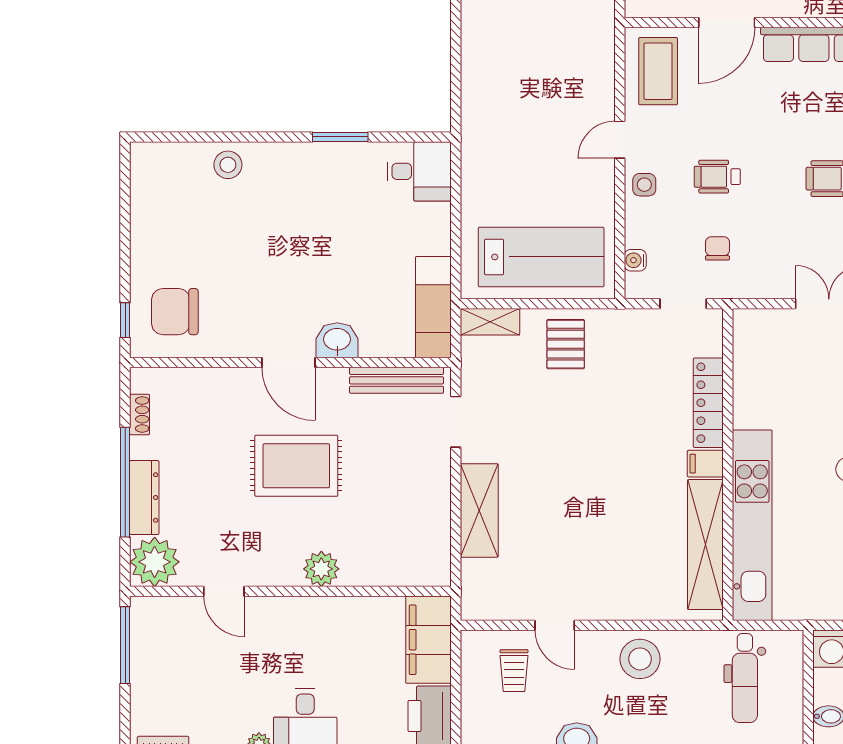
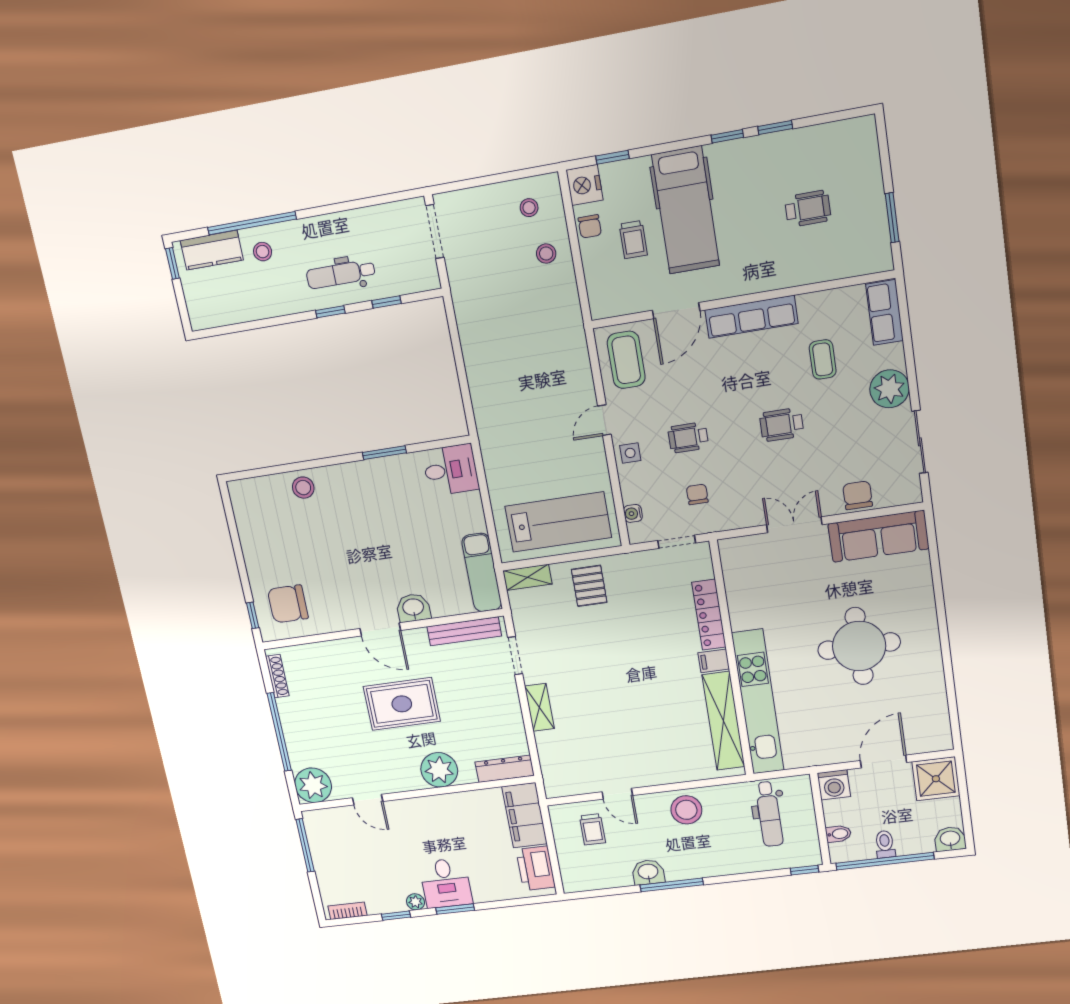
shoe rack: (140, 415) -> (277, 676), width x1.43
dresser: (144, 497) -> (505, 769), moved, turned -90
shelving: (479, 510) -> (539, 707), width x0.67, depth x0.75
plant: (321, 569) -> (439, 770), width x1.36, depth x1.36

